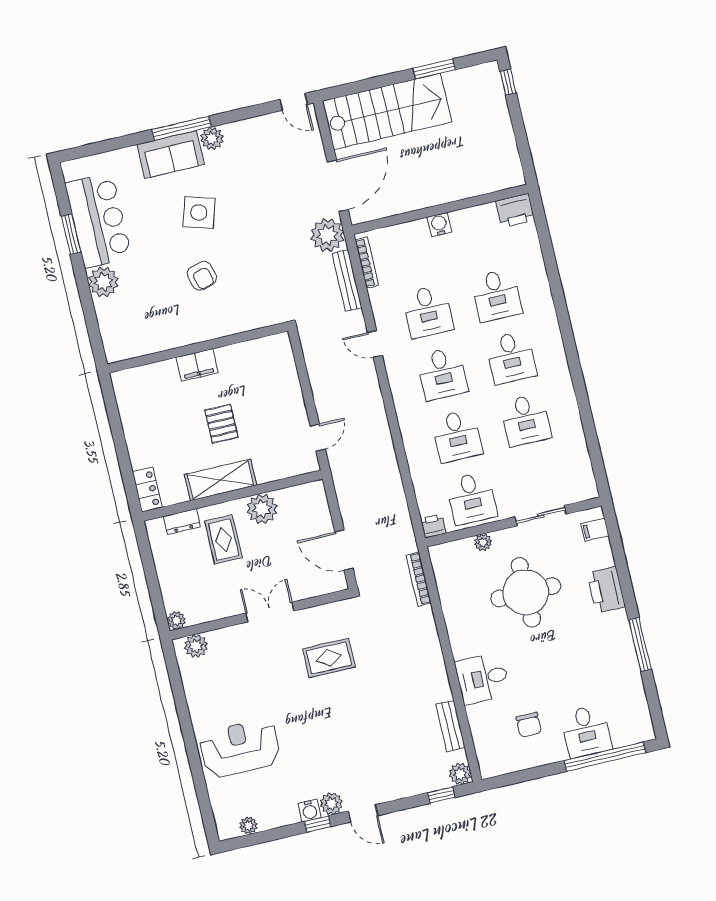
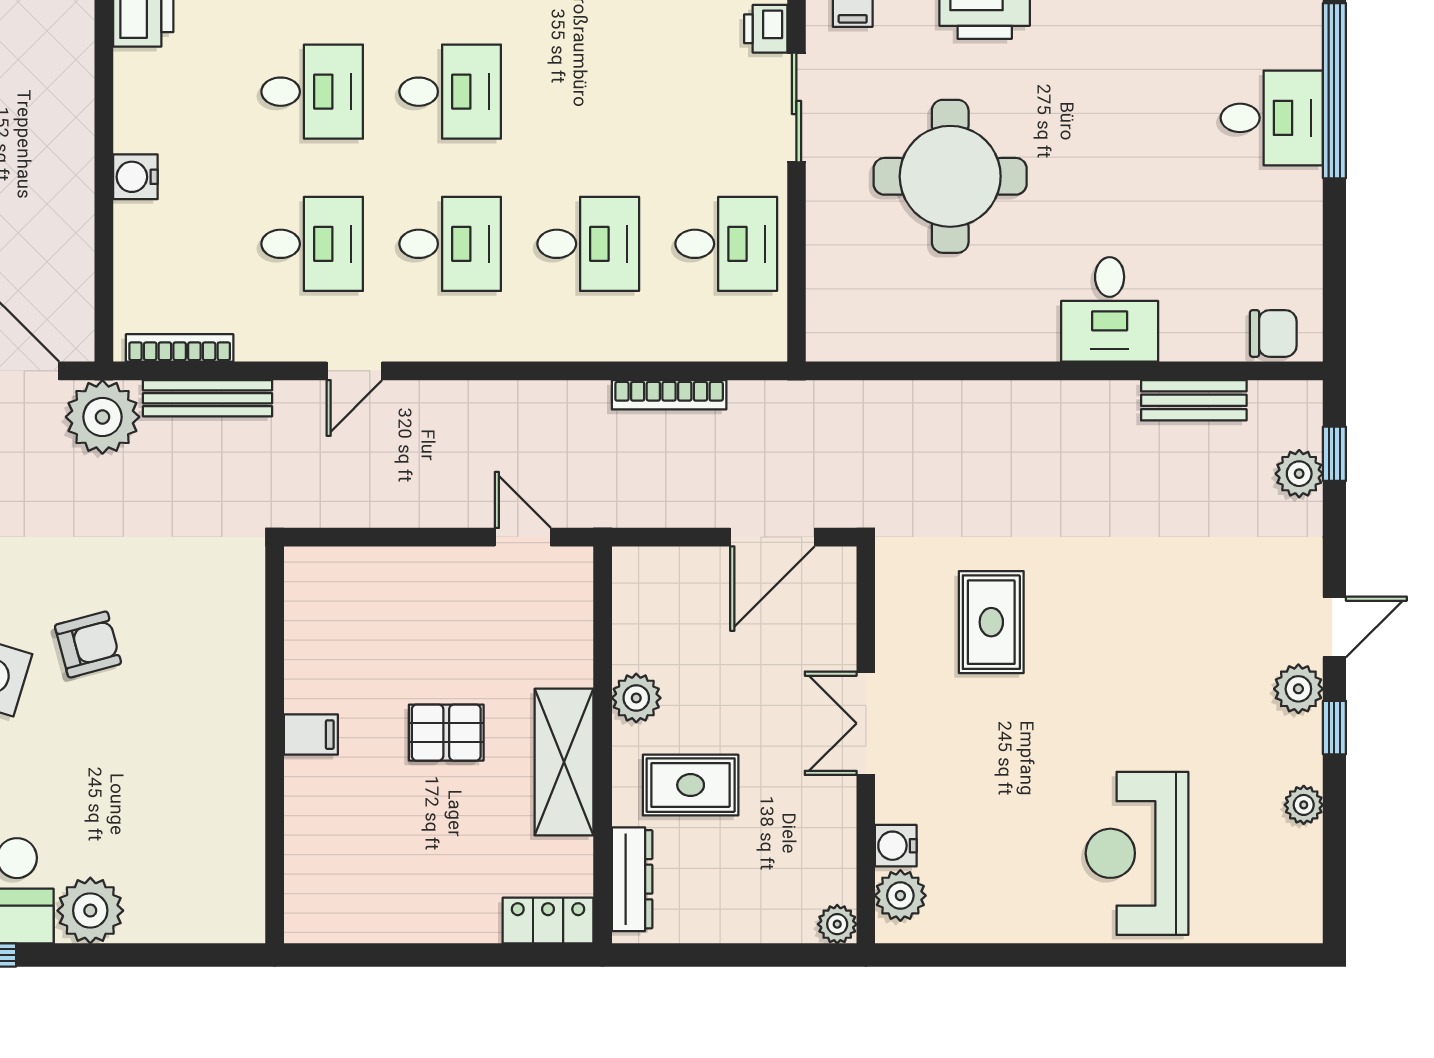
armchair: (202, 276) -> (88, 644), moved
filing cabinet: (197, 365) -> (311, 735), width x0.50
desk: (526, 420) -> (588, 92), removed
plant: (262, 509) -> (636, 698), width x0.73, depth x0.73
dresser: (182, 521) -> (632, 879), width x1.44
printer: (433, 526) -> (766, 29), moved
plant: (483, 542) -> (824, 242), removed
bookcase: (419, 579) -> (669, 395), moved
chair: (529, 725) -> (1273, 333), moved
plant: (460, 774) -> (1299, 474), moved
water cooler: (310, 811) -> (896, 846), moved, turned 180
plant: (248, 826) -> (1304, 805), moved

